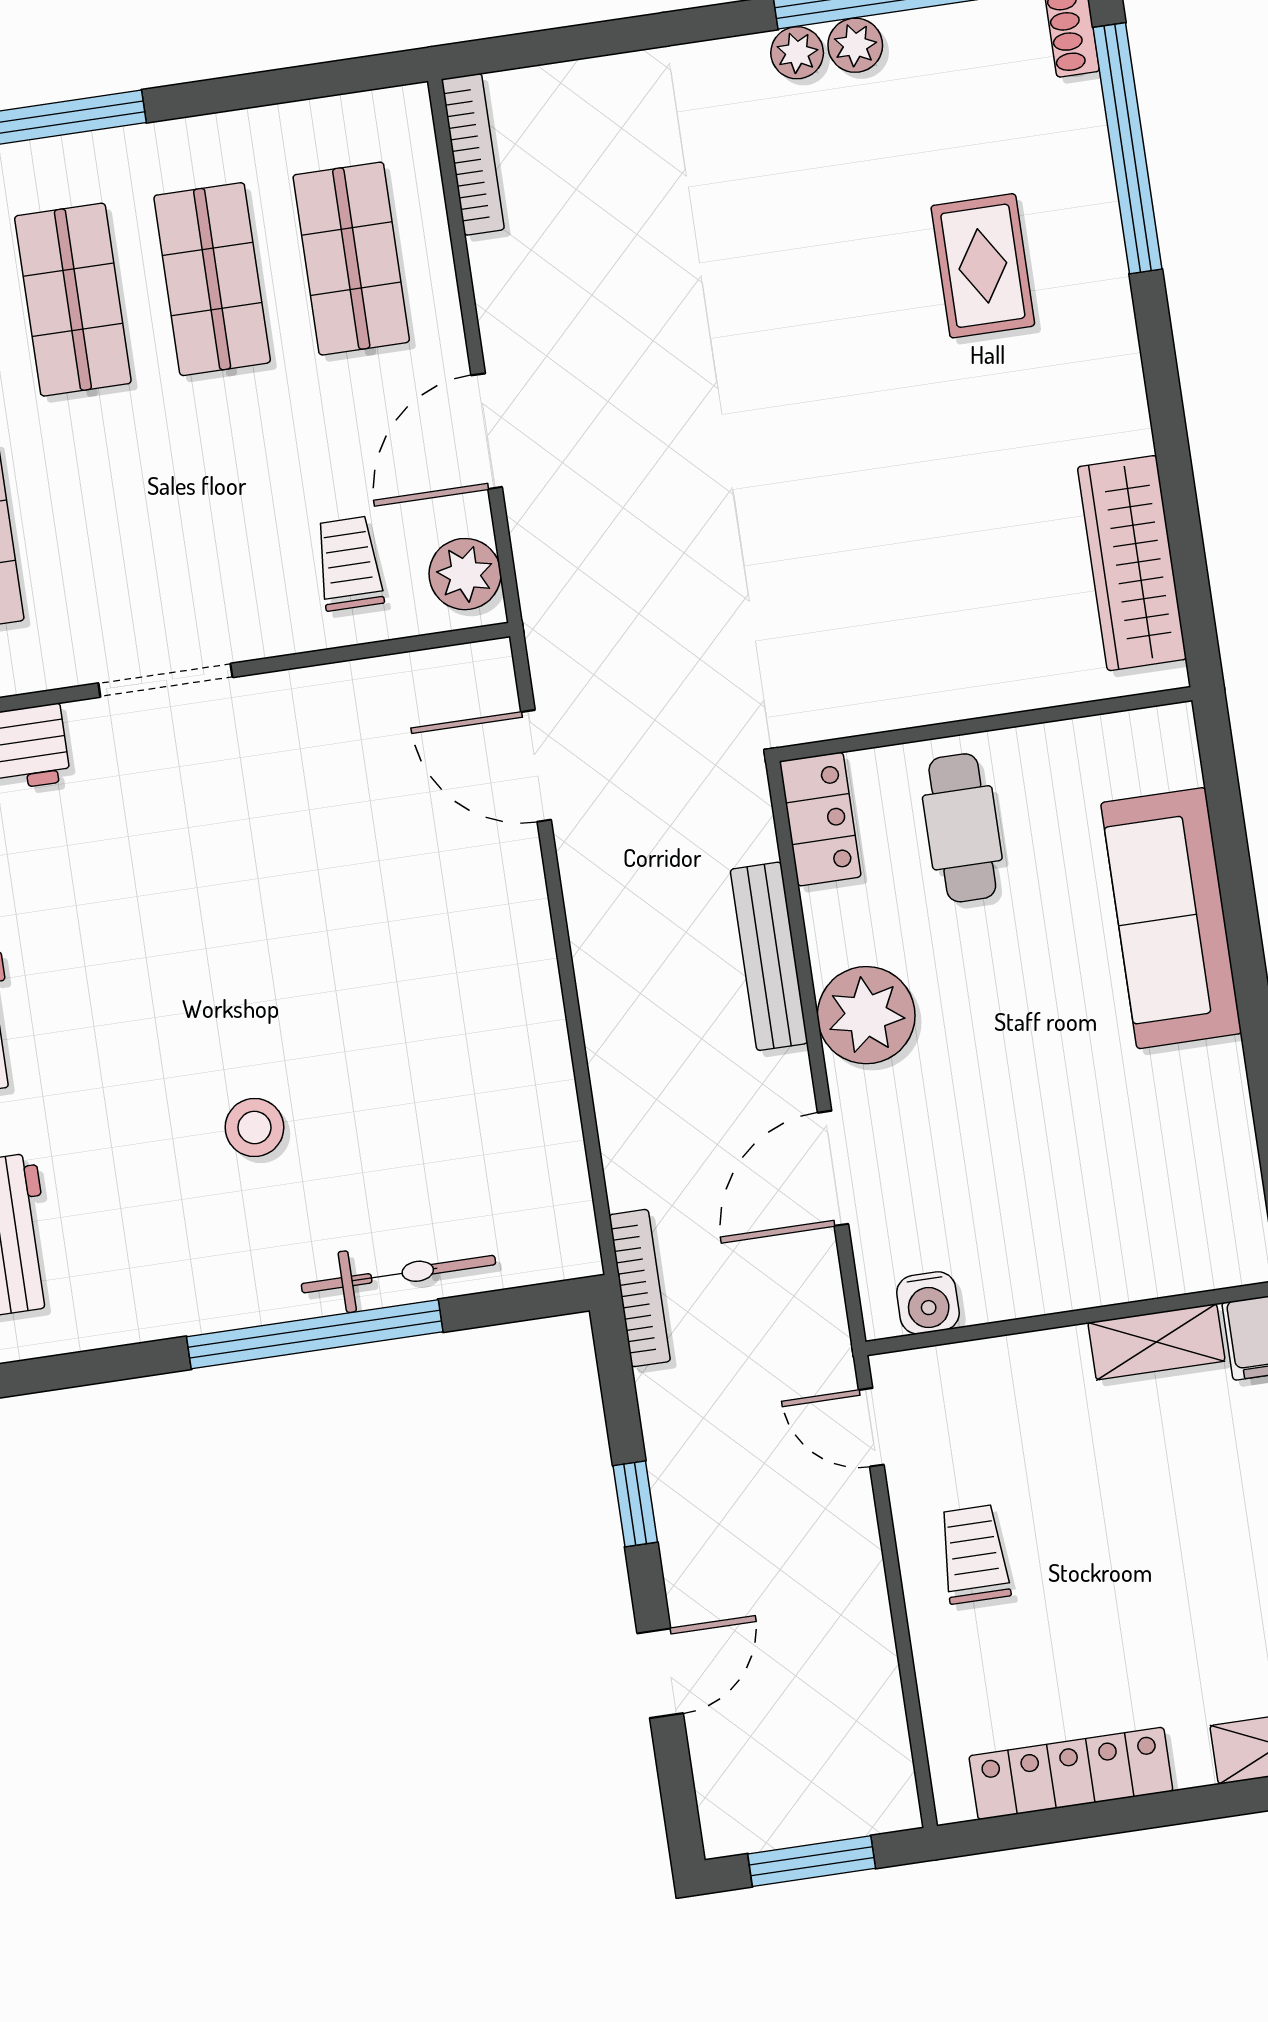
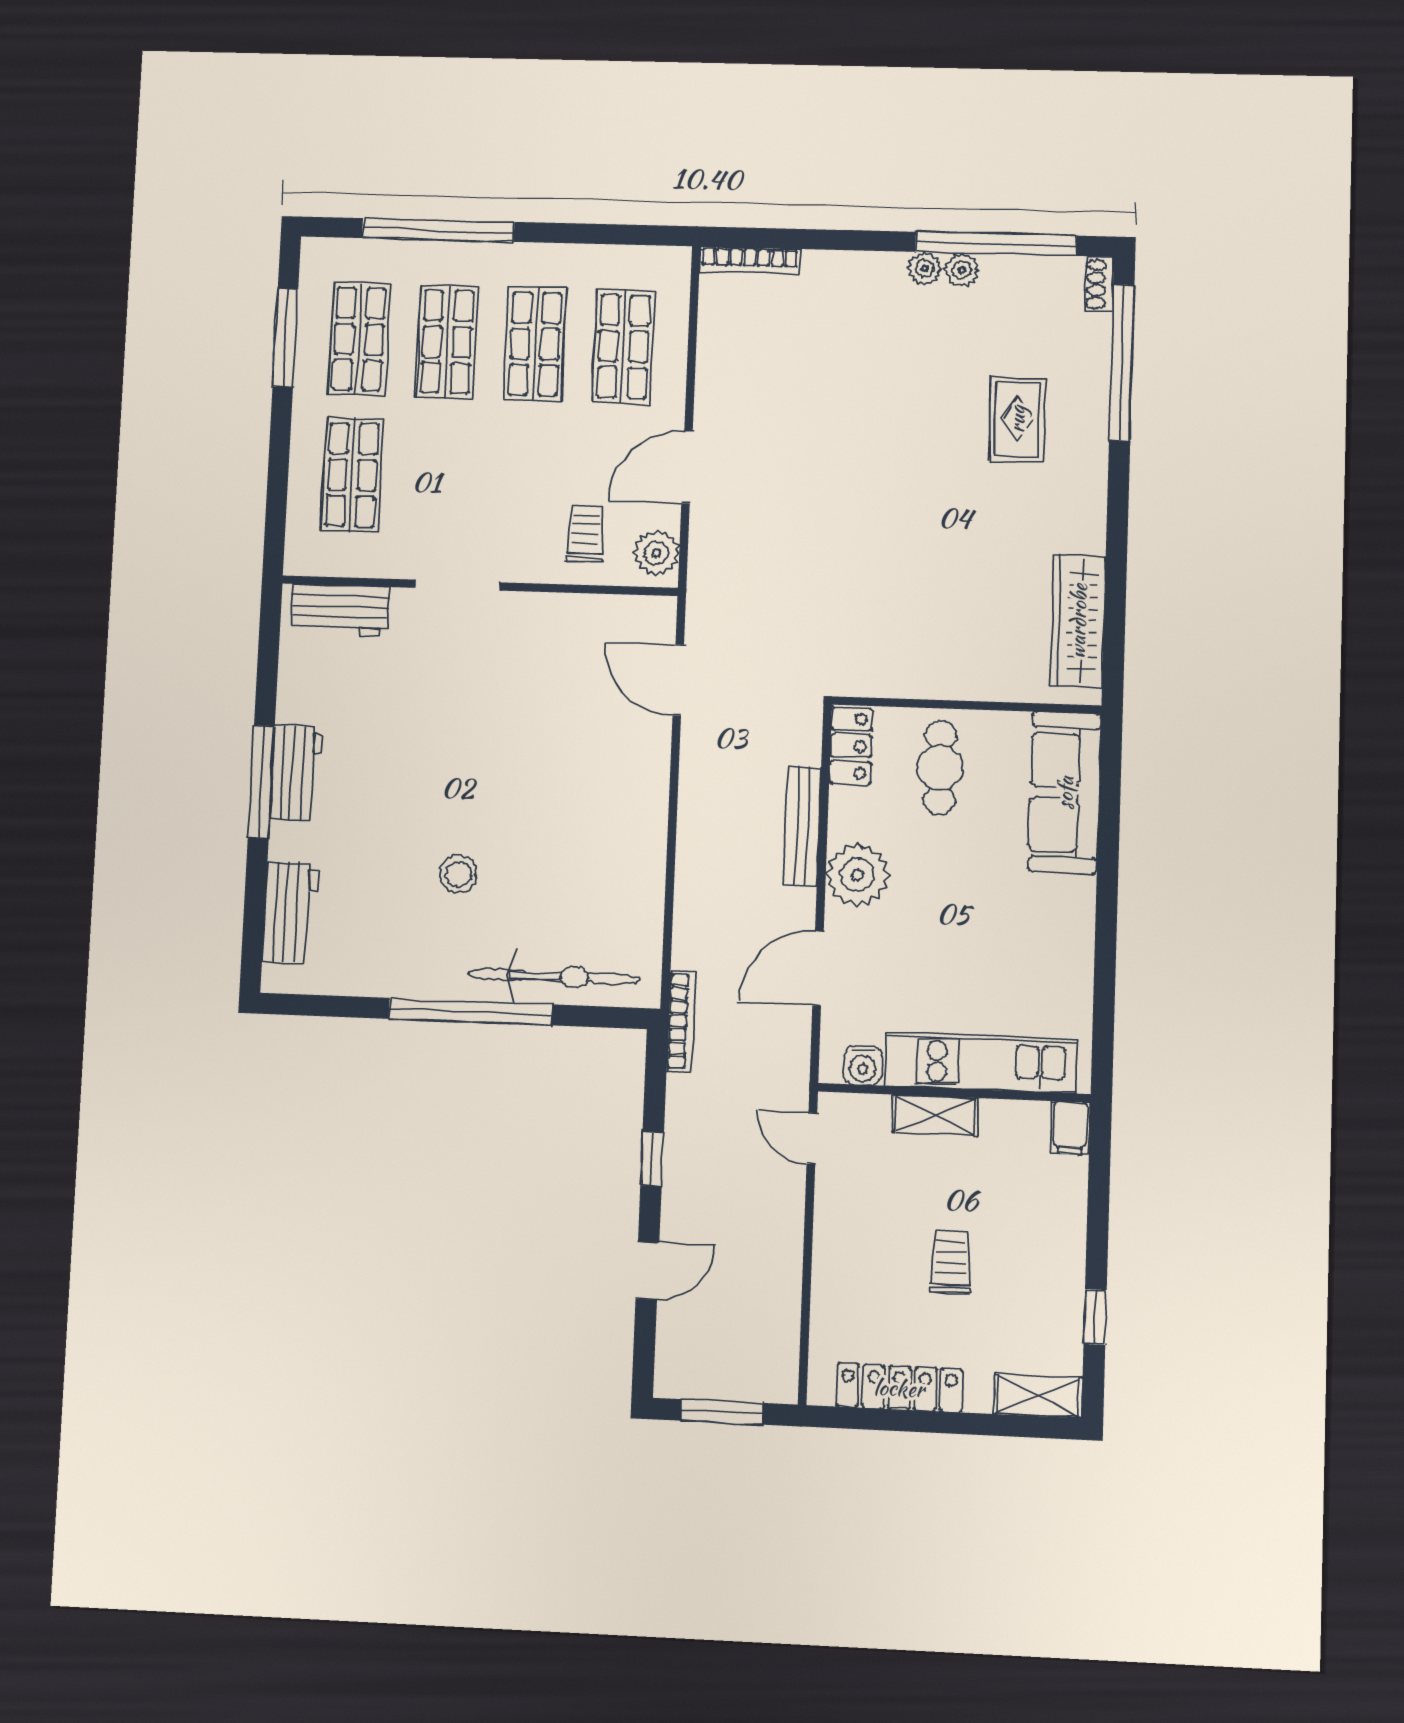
bookcase: (473, 154) -> (750, 260), moved, turned 90
sofa: (1171, 918) -> (1065, 793), moved
kitchen unit: (1105, 1265) -> (981, 1063), added
bicycle: (398, 1274) -> (554, 976), width x1.37, depth x1.40
shelving: (1156, 1342) -> (935, 1116), moved
trolley: (974, 1554) -> (951, 1262), moved

